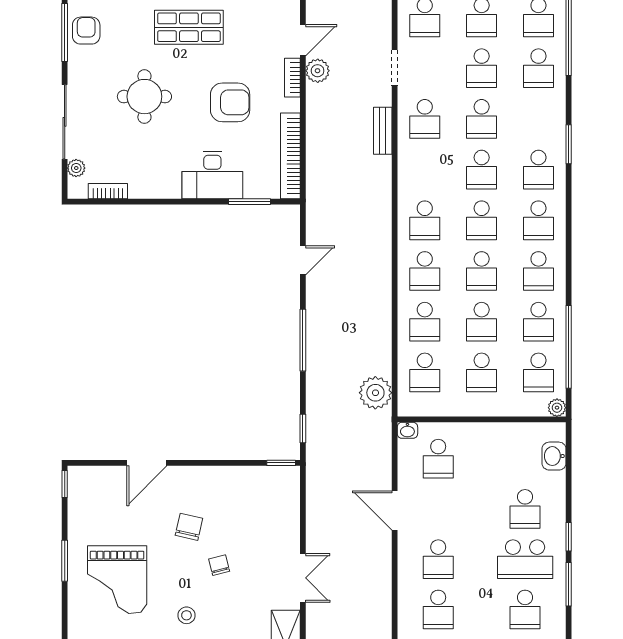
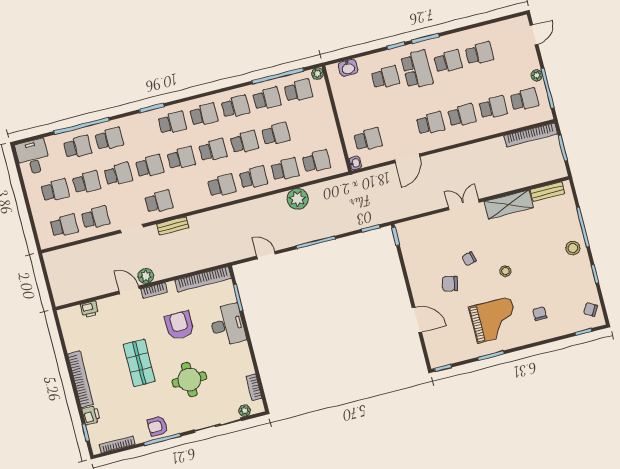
school desk: (482, 372) -> (307, 126), removed
plant: (375, 393) -> (298, 199), moved

